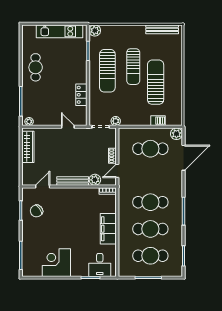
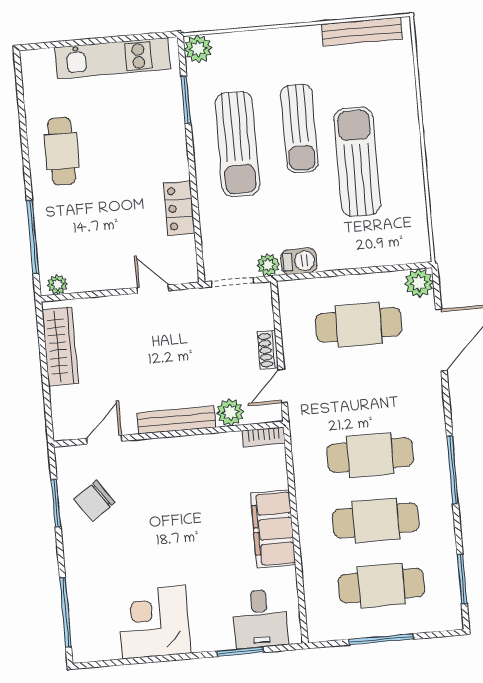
barbecue: (158, 121) -> (299, 261), moved

